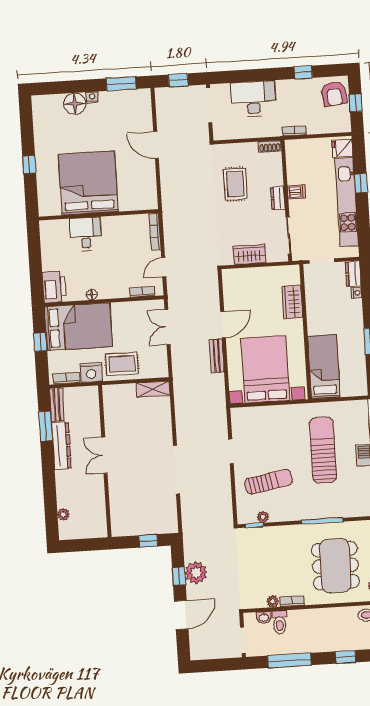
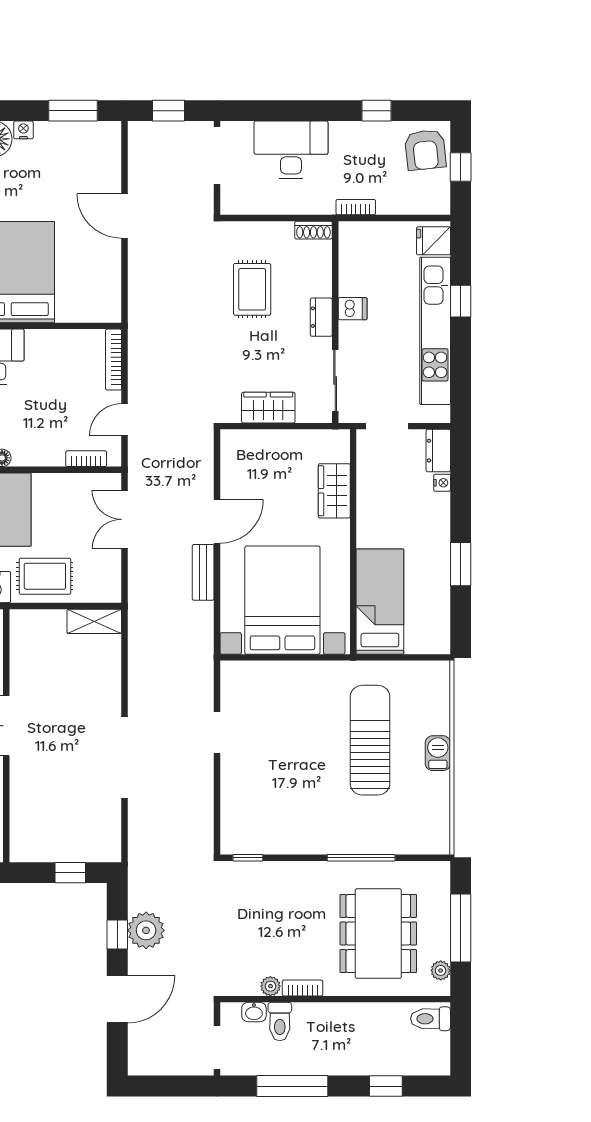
sun lounger: (269, 482) -> (276, 787), removed
plant: (263, 517) -> (263, 845), removed

